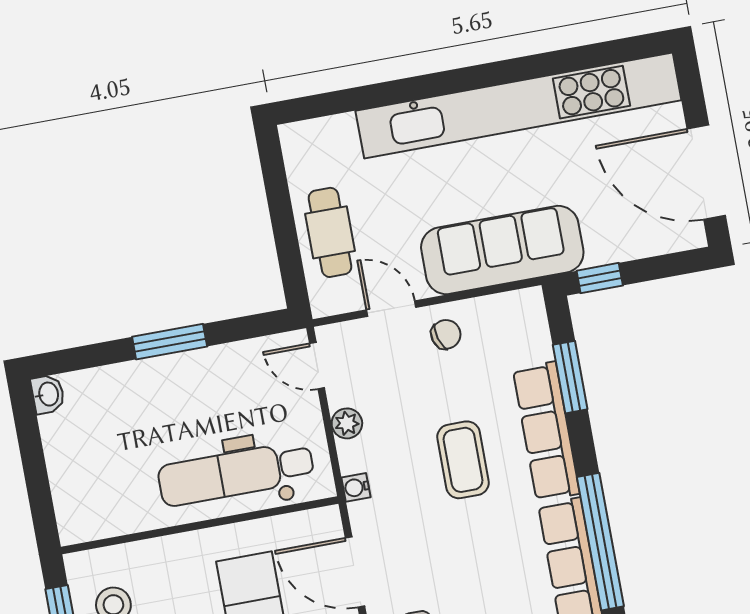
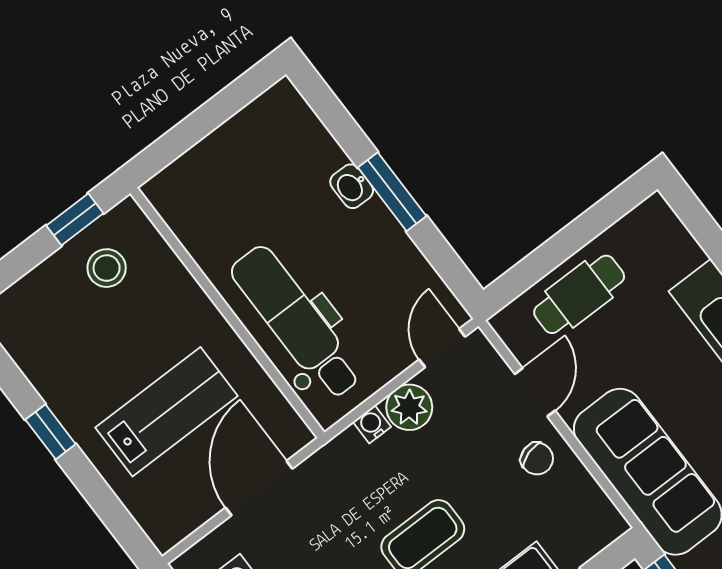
washbasin: (48, 394) -> (352, 186), moved, turned 90
plant: (347, 423) -> (409, 407), width x1.38, depth x1.38
water cooler: (356, 487) -> (372, 424), moved

